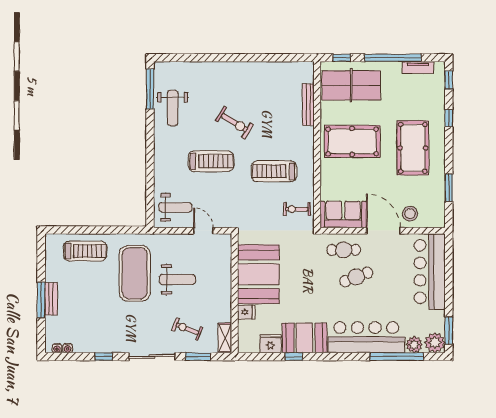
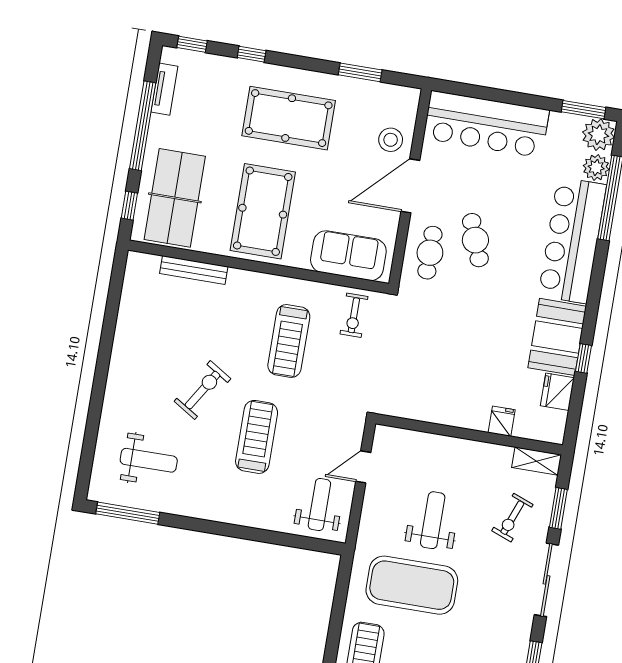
weight bench: (173, 108) -> (149, 460), moved
sofa: (343, 214) -> (348, 256), moved, turned 90
booth: (258, 274) -> (446, 392), removed

